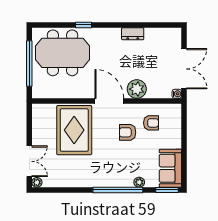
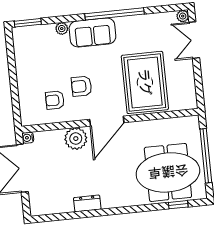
window: (83, 25) -> (178, 205), moved
door: (109, 101) -> (107, 121), hinge flipped
armchair: (128, 132) -> (82, 86), turned 180
sofa: (170, 168) -> (92, 33), moved, turned 90
window: (118, 190) -> (115, 14), moved

